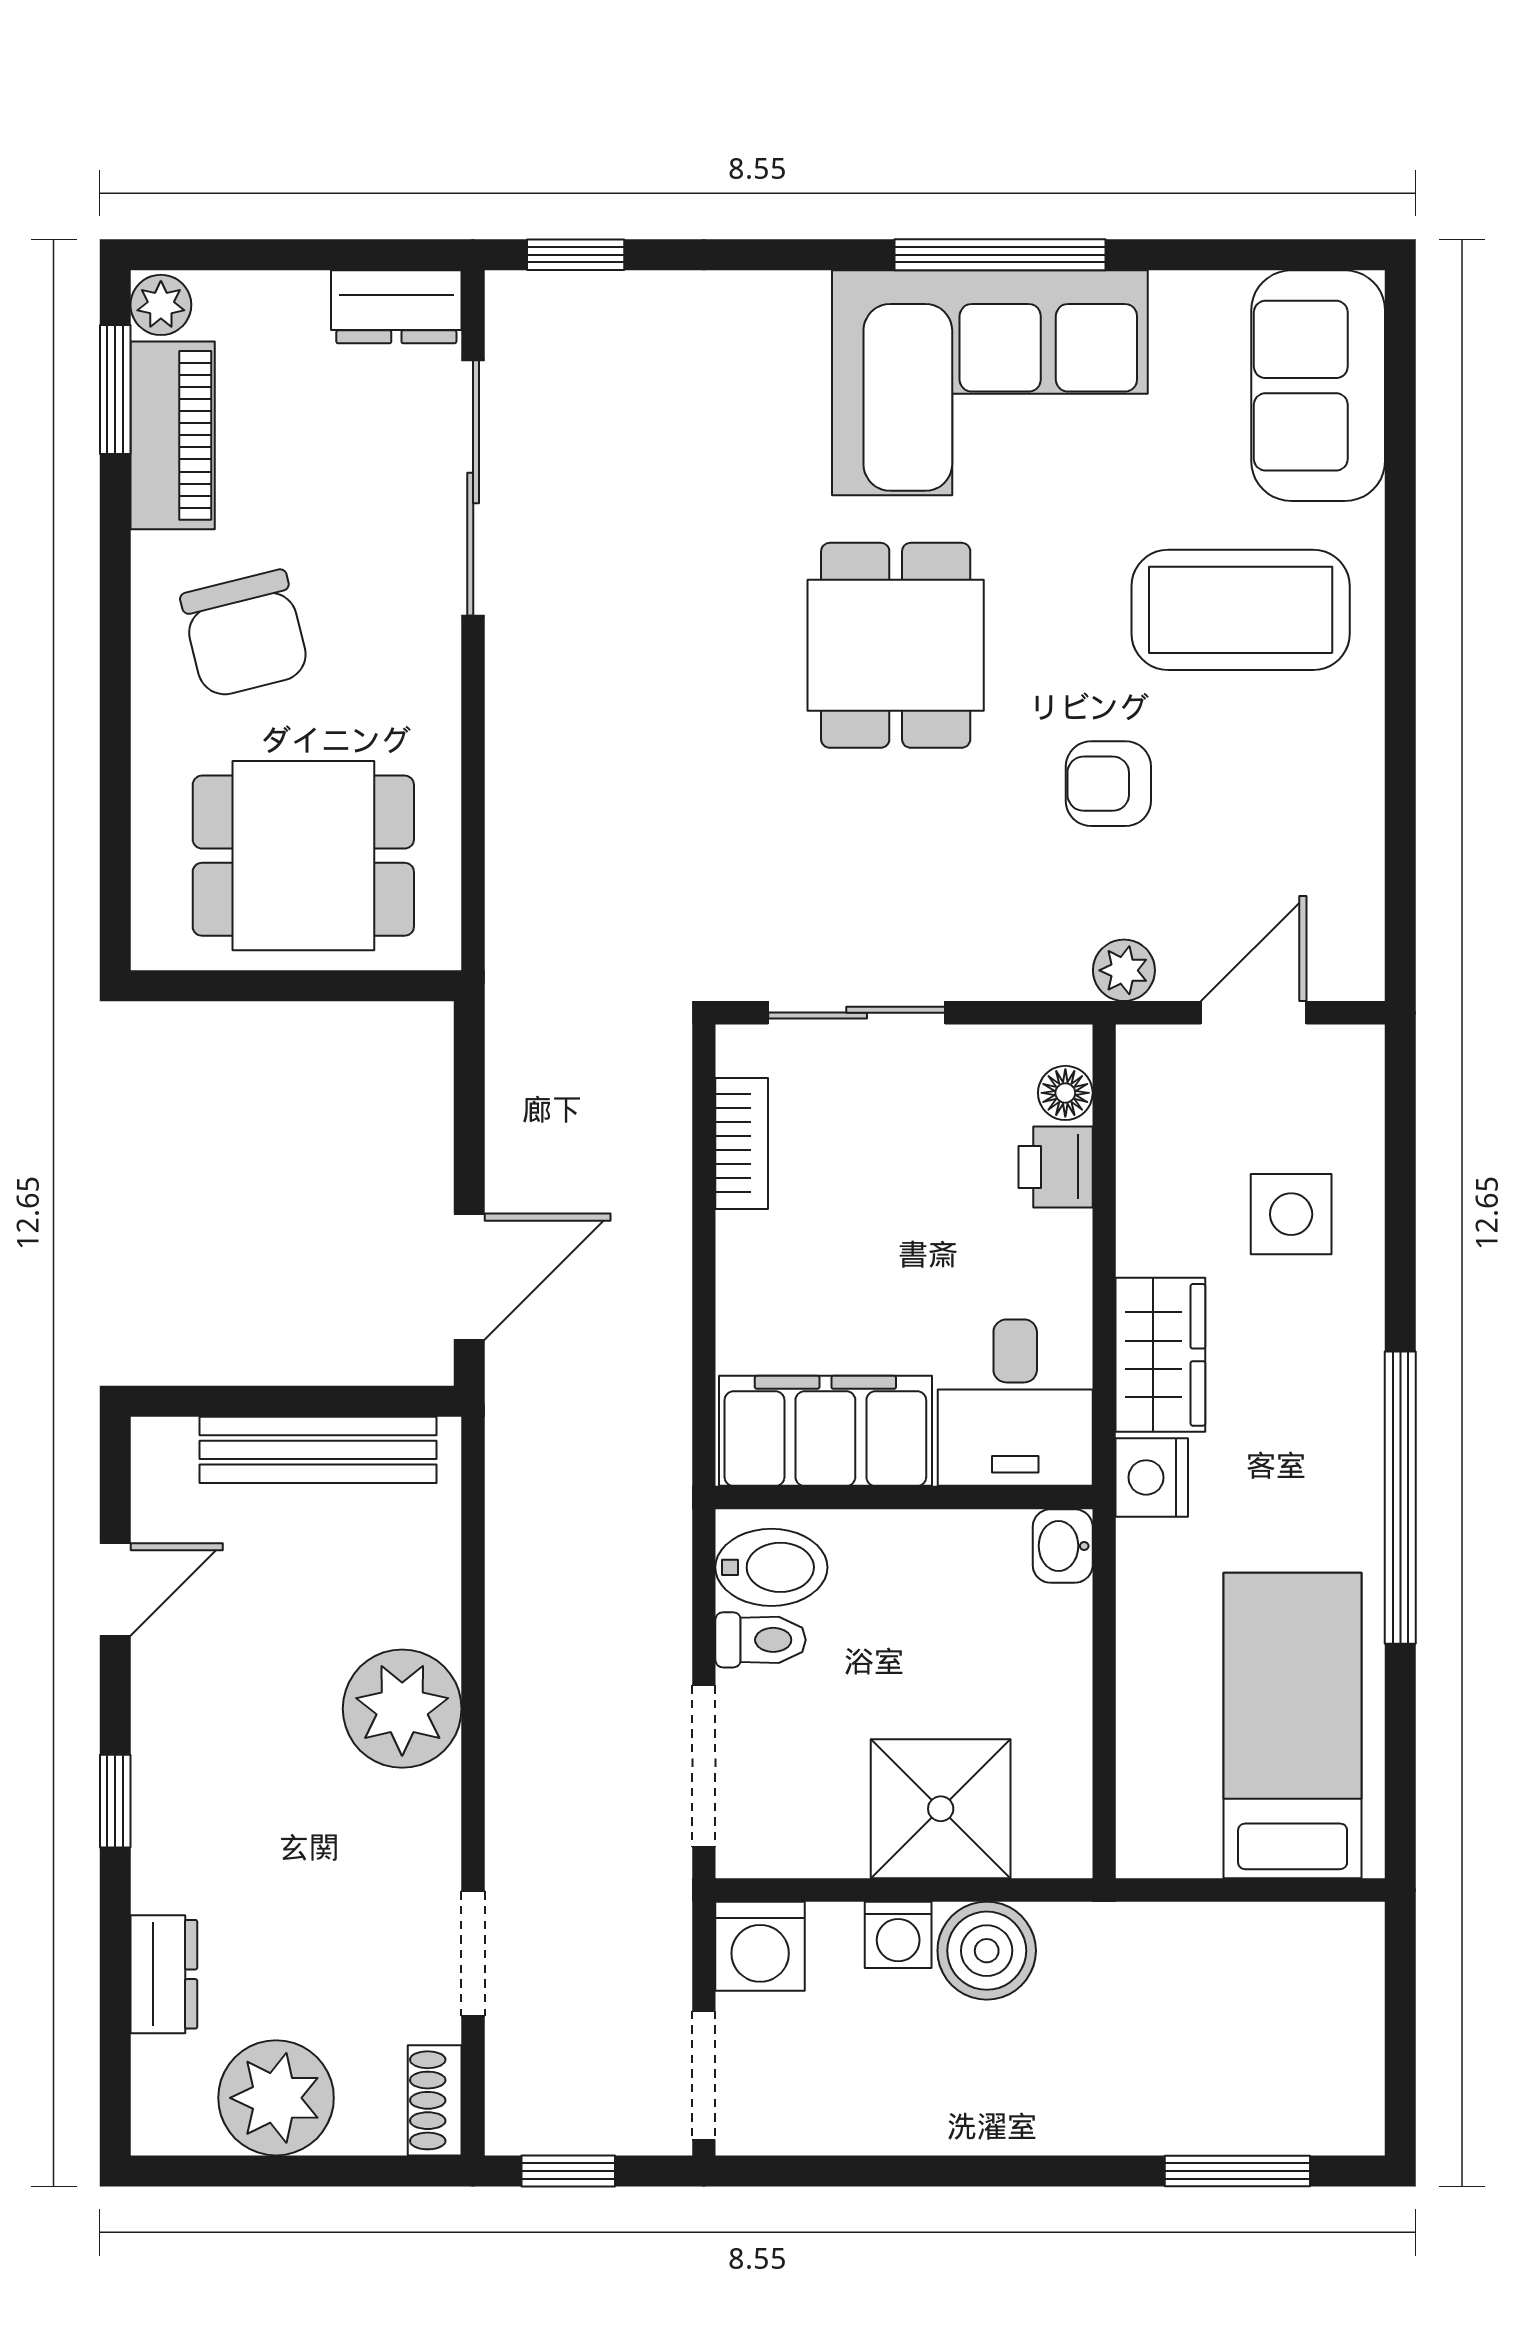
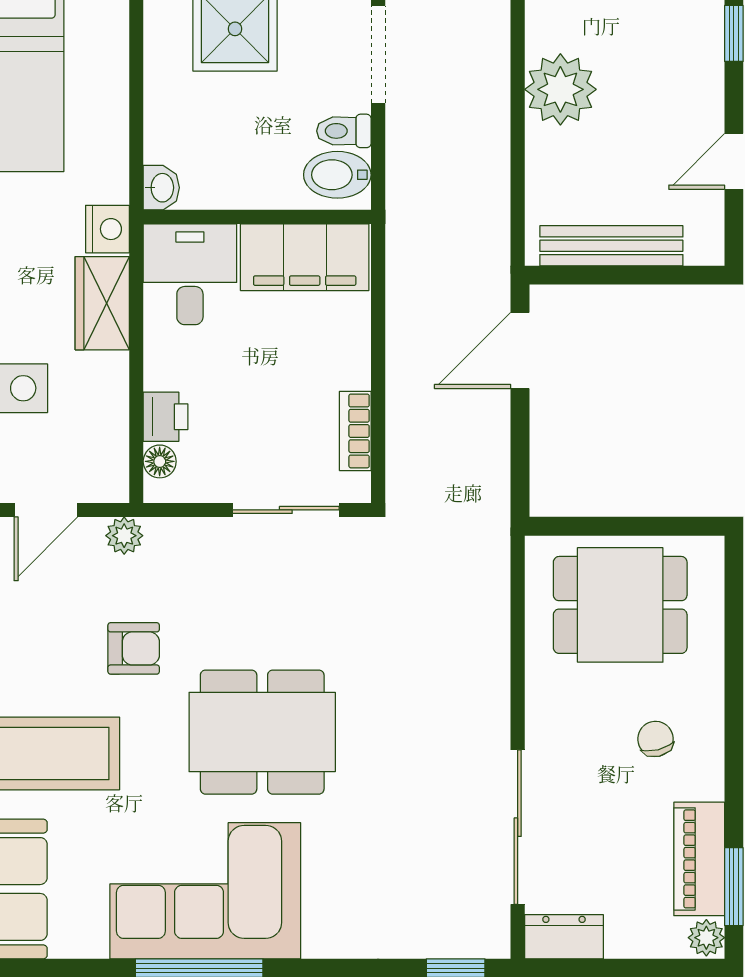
chair: (245, 634) -> (655, 739), width x0.54, depth x0.54
dining table: (896, 645) -> (262, 732), width x1.38

